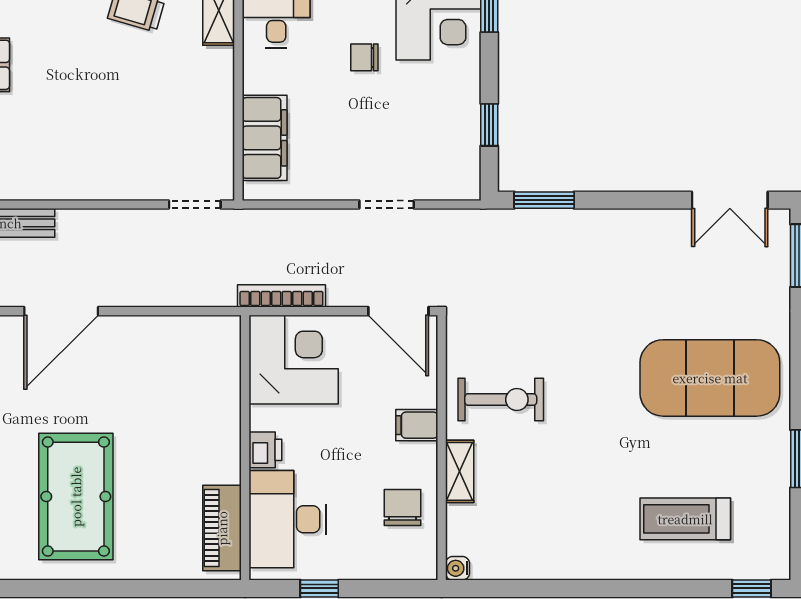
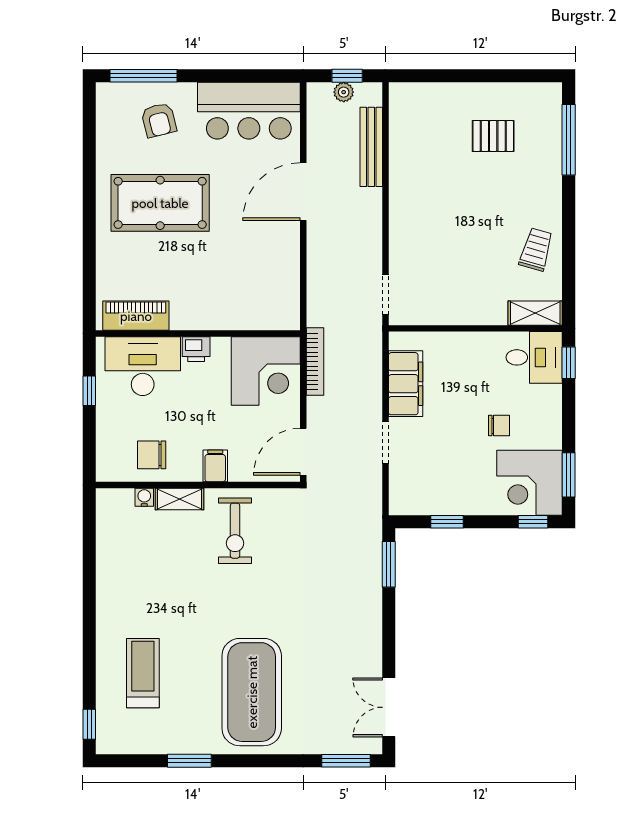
chair: (364, 57) -> (499, 426), turned 90
filing cabinet: (265, 138) -> (406, 384), moved, turned -90
door: (61, 311) -> (303, 192), hinge flipped
chair: (403, 507) -> (152, 455), turned 180
water cooler: (457, 568) -> (144, 497), moved

